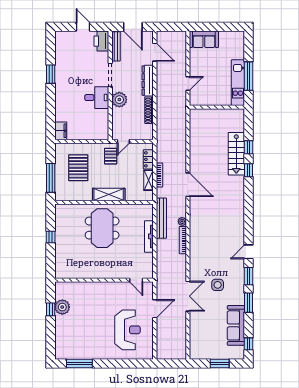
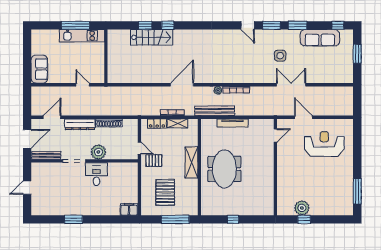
printer: (101, 41) -> (41, 170), removed
pallet: (78, 168) -> (165, 192), turned 90
meeting table: (102, 228) -> (224, 169), turned 90

